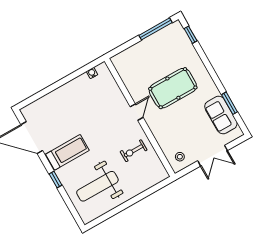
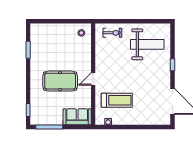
sofa: (221, 115) -> (77, 117), moved, turned -90
exercise bike: (134, 151) -> (112, 33), moved
treadmill: (67, 152) -> (117, 100), moved, turned 180
double door: (213, 156) -> (59, 21), removed

